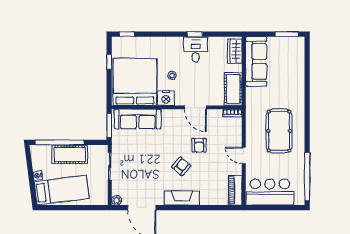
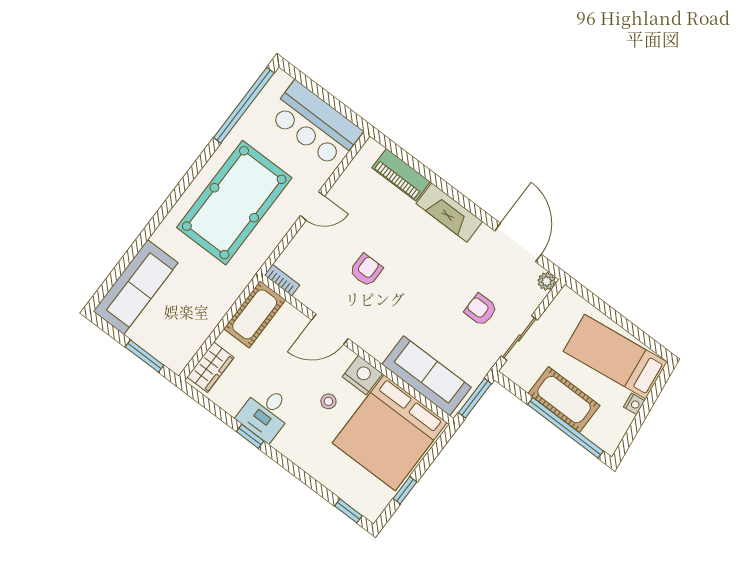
window: (287, 34) -> (144, 356), moved
sofa: (256, 61) -> (136, 287), moved, turned 180
door: (195, 107) -> (330, 329), swing flipped
pool table: (279, 131) -> (234, 203), width x1.36, depth x1.32
door: (244, 155) -> (312, 206), hinge flipped
armchair: (181, 166) -> (481, 310), moved, turned 50
piano: (235, 190) -> (401, 175), moved, turned 90

